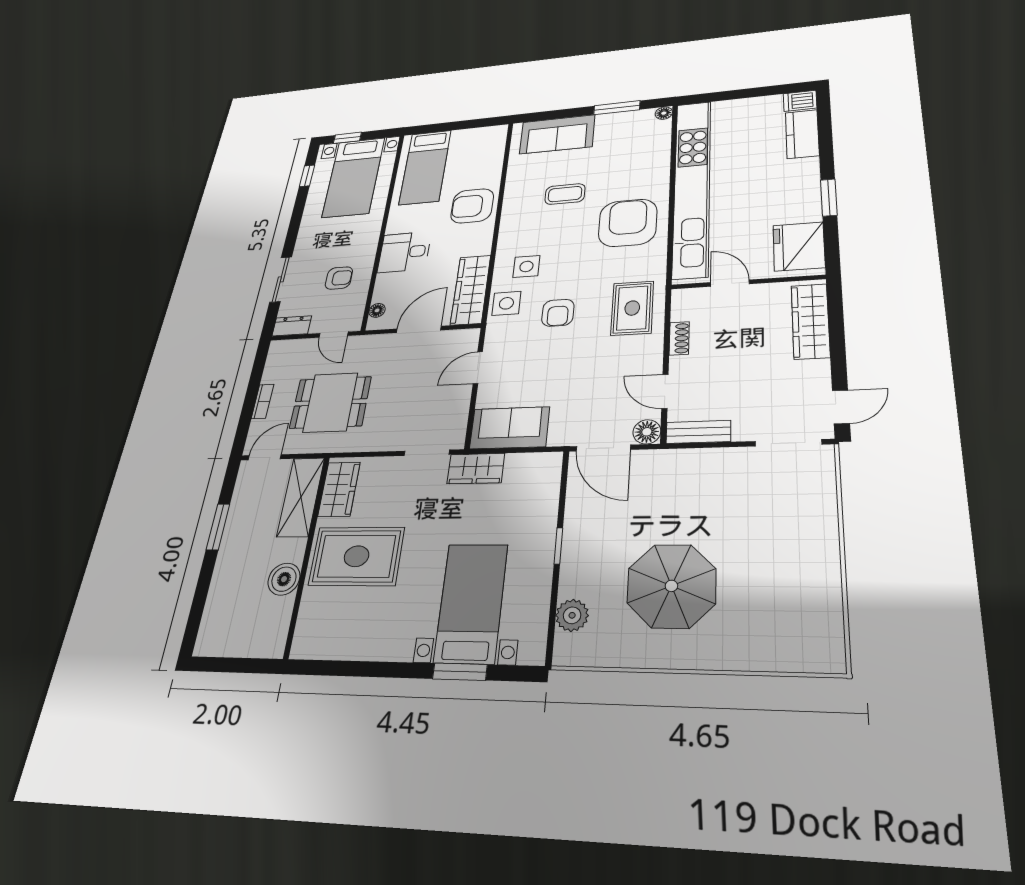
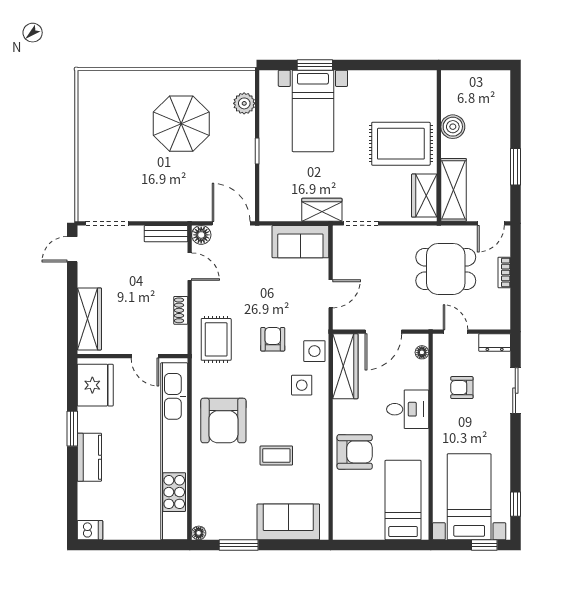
kitchen counter: (802, 134) -> (89, 457), moved

